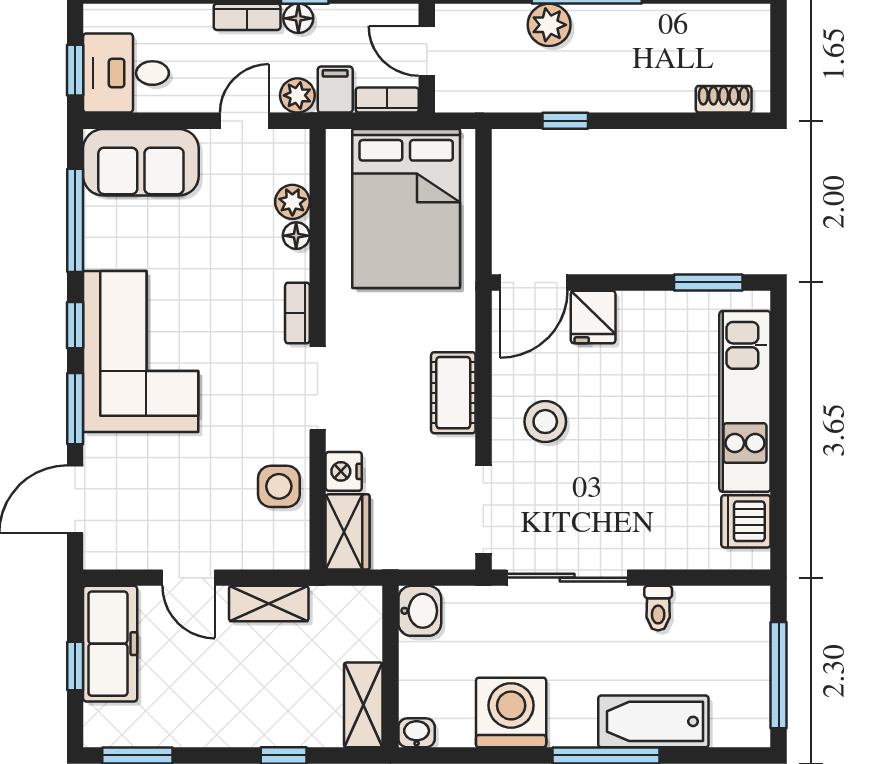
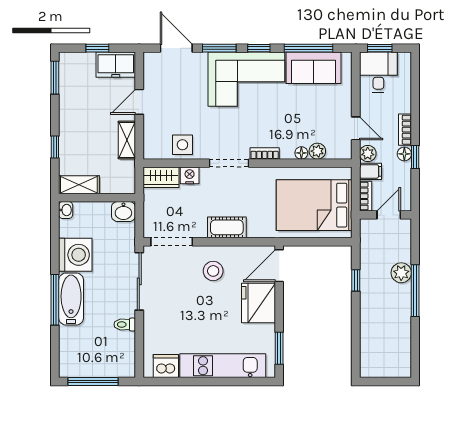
shoe rack: (724, 99) -> (366, 356), removed
sofa: (141, 162) -> (313, 68), moved, turned -90
door: (534, 282) -> (279, 266), hinge flipped
fridge: (593, 317) -> (258, 303), width x1.88, depth x1.34
freezer: (110, 644) -> (116, 65), width x0.71
bathtub: (653, 721) -> (71, 299), moved

